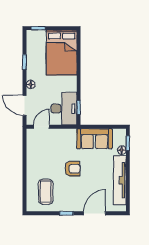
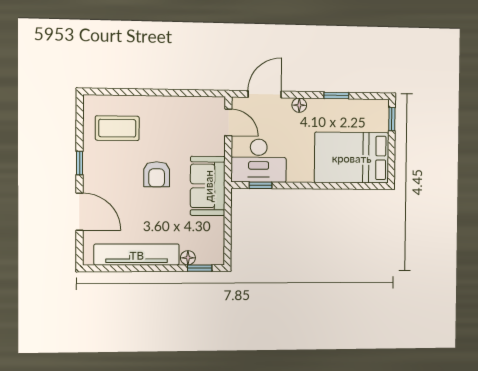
sofa: (95, 139) -> (208, 186), moved

